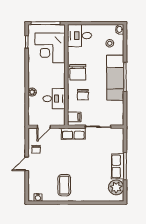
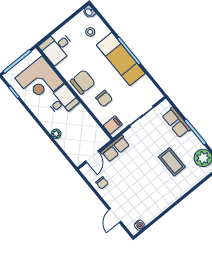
chair: (78, 72) -> (83, 82), turned -90
desk: (54, 99) -> (62, 101), moved
row of seats: (73, 134) -> (115, 148), moved
door: (27, 164) -> (115, 216), moved
row of seats: (118, 166) -> (176, 122), moved
coffee table: (64, 185) -> (172, 162), moved

